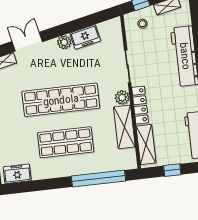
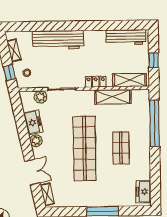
double door: (27, 42) -> (32, 172), swing flipped
plant: (122, 97) -> (41, 97), moved
locker: (140, 105) -> (96, 82), width x0.66
shop shelf: (66, 142) -> (121, 148), width x0.70, depth x0.74

